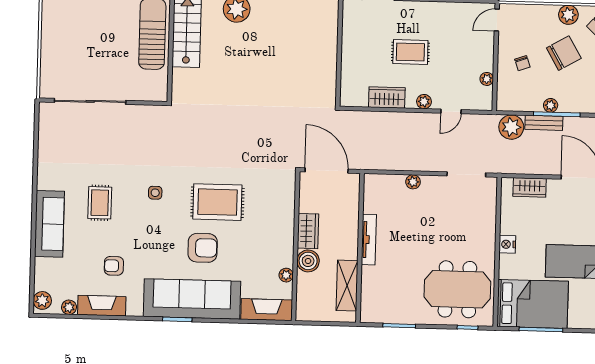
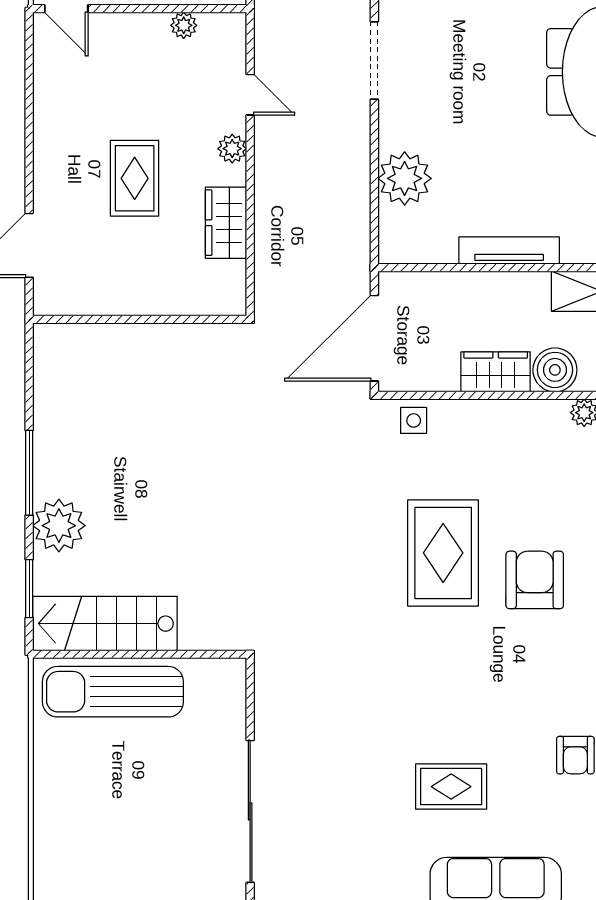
plant: (413, 182) -> (405, 178), width x1.88, depth x1.88
side table: (155, 193) -> (414, 420), moved

